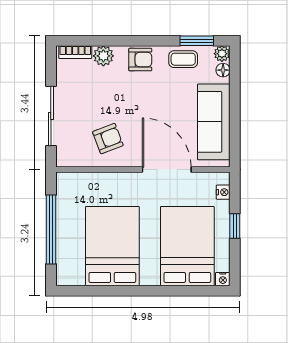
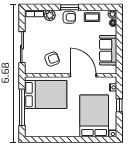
window: (197, 41) -> (70, 7), moved
sofa: (214, 122) -> (108, 50), width x0.73
bed: (112, 246) -> (46, 95), moved, turned 90

